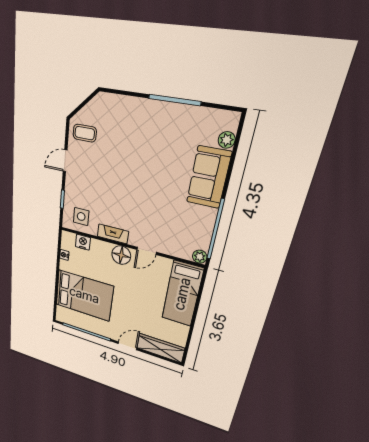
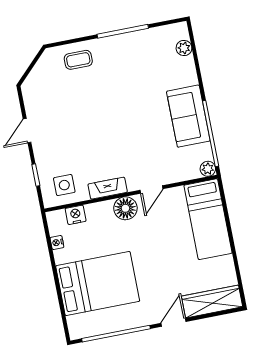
coffee table: (85, 133) -> (78, 60), moved
sofa: (209, 177) -> (188, 116), moved

